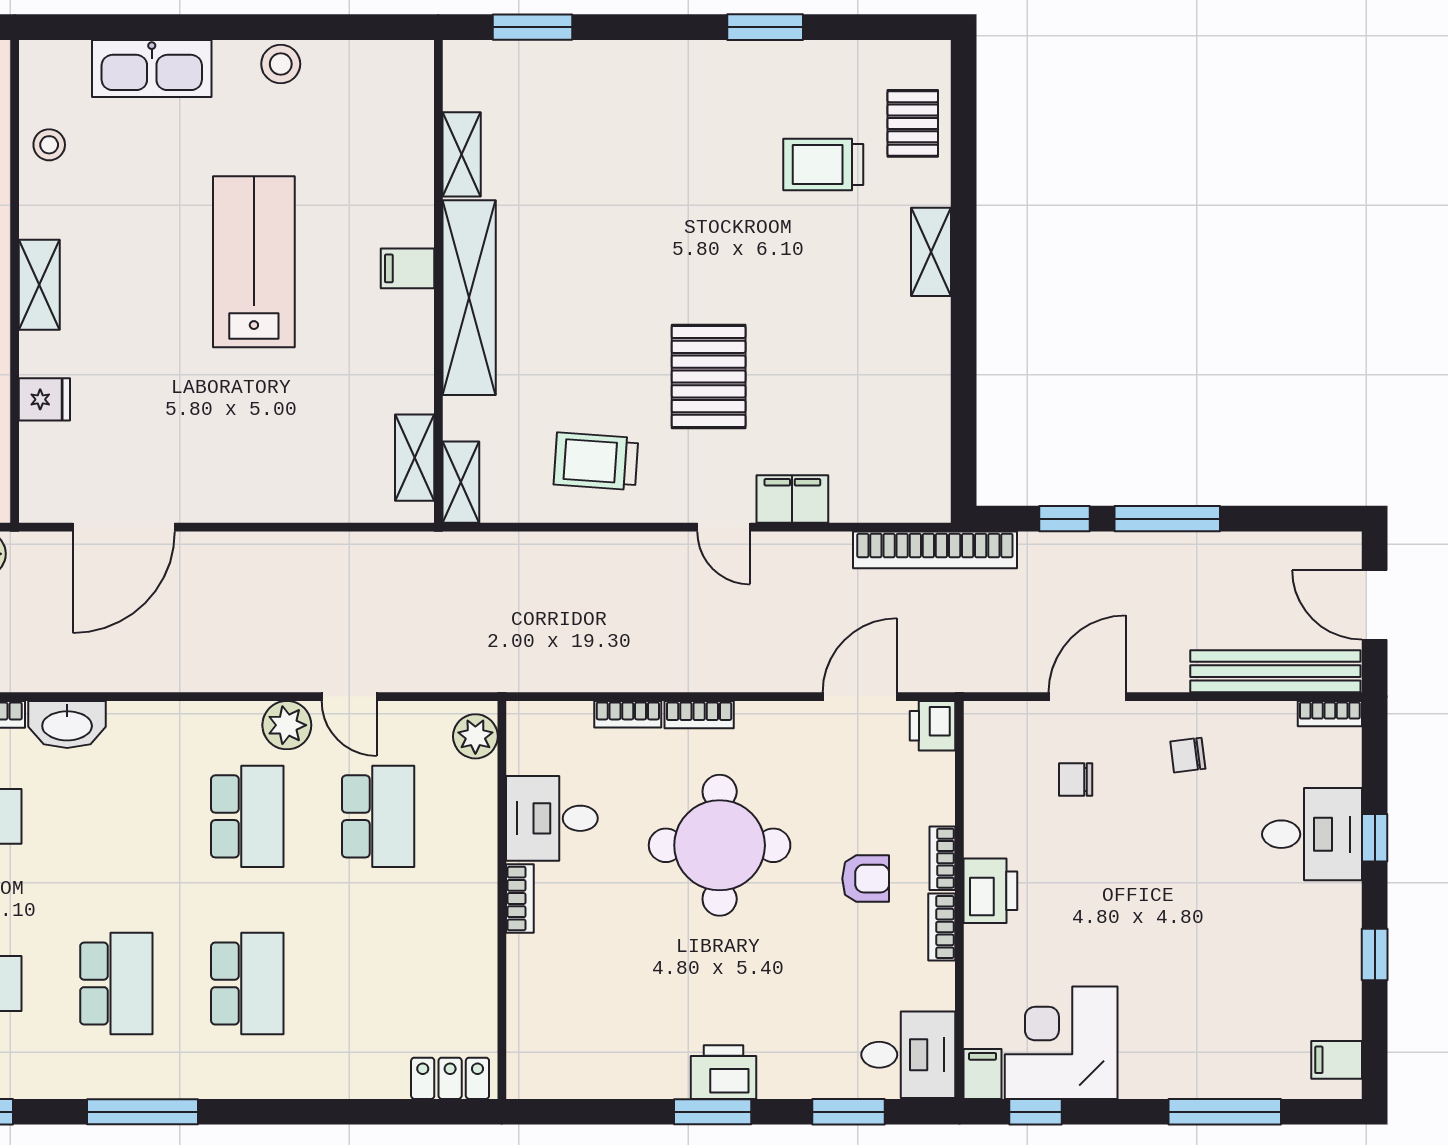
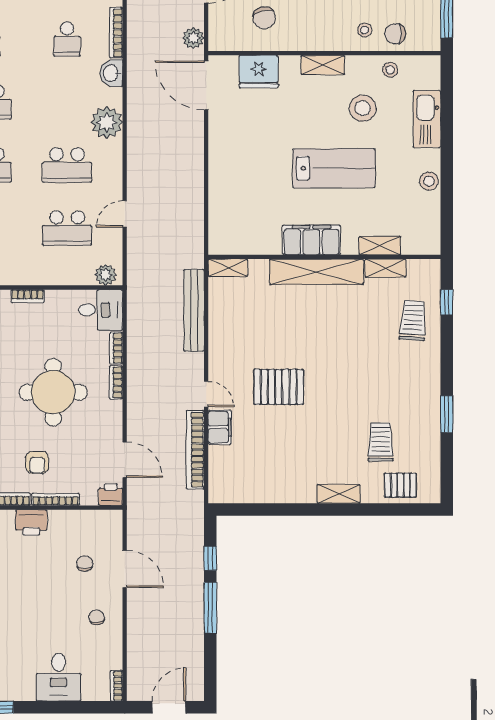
window: (533, 27) -> (447, 302), width x0.67
stool: (129, 202) -> (363, 108), added
filing cabinet: (407, 268) -> (311, 240), width x3.00, depth x1.17
fridge: (44, 399) -> (259, 72), width x1.88, depth x1.34
shelving: (415, 458) -> (380, 246), moved
trolley: (596, 461) -> (413, 320), moved
door: (124, 527) -> (206, 85), moved
door: (724, 527) -> (206, 394), swing flipped
bookcase: (935, 550) -> (195, 450), moved
bench: (1275, 671) -> (194, 310), moved
washbasin: (67, 724) -> (111, 73), width x0.72
plant: (287, 725) -> (107, 122), moved, width x1.36, depth x1.36
desk: (552, 818) -> (101, 310), moved, turned 90
window: (1375, 838) -> (57, 707), removed
bookcase: (942, 858) -> (56, 499), width x1.56

